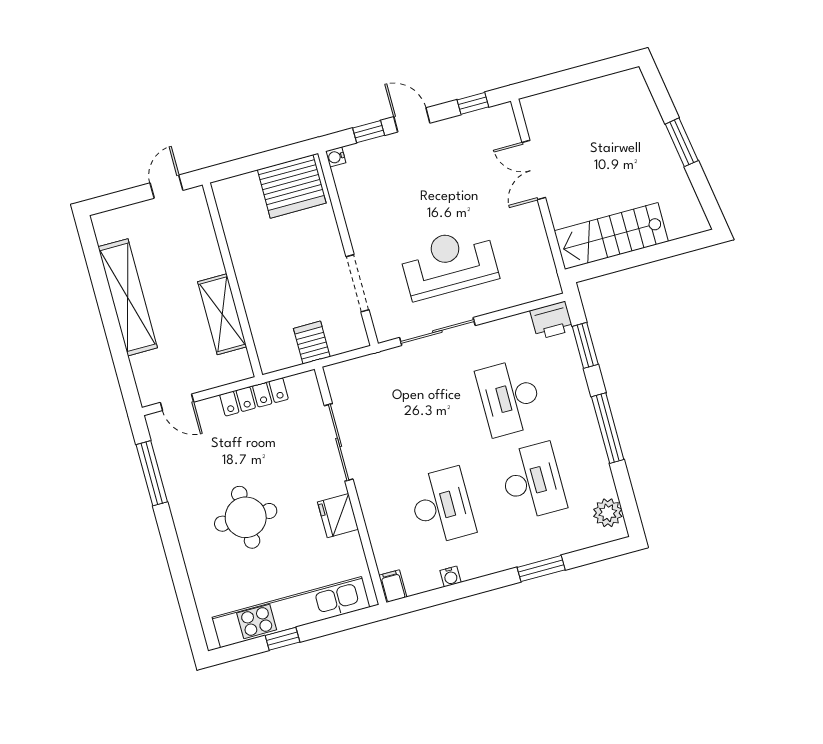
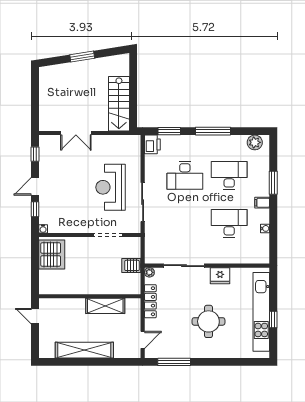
plant: (308, 380) -> (149, 272), added
filing cabinet: (393, 586) -> (262, 203), moved

